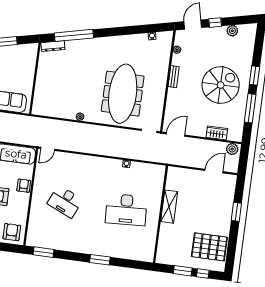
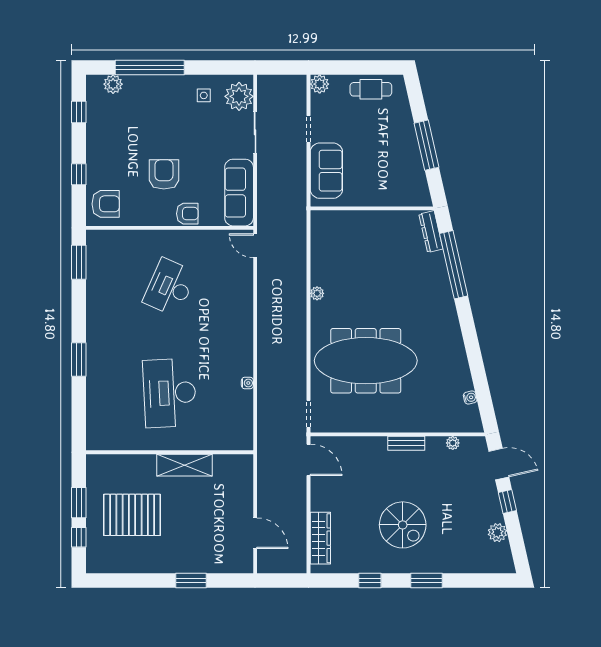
spiral stairs: (221, 85) -> (403, 525), width x0.73, depth x0.73
window: (250, 108) -> (370, 580), width x0.46
wardrobe: (217, 133) -> (320, 538), width x1.50
plant: (232, 149) -> (297, 559), removed
pallet: (209, 247) -> (132, 515), moved, turned 90

